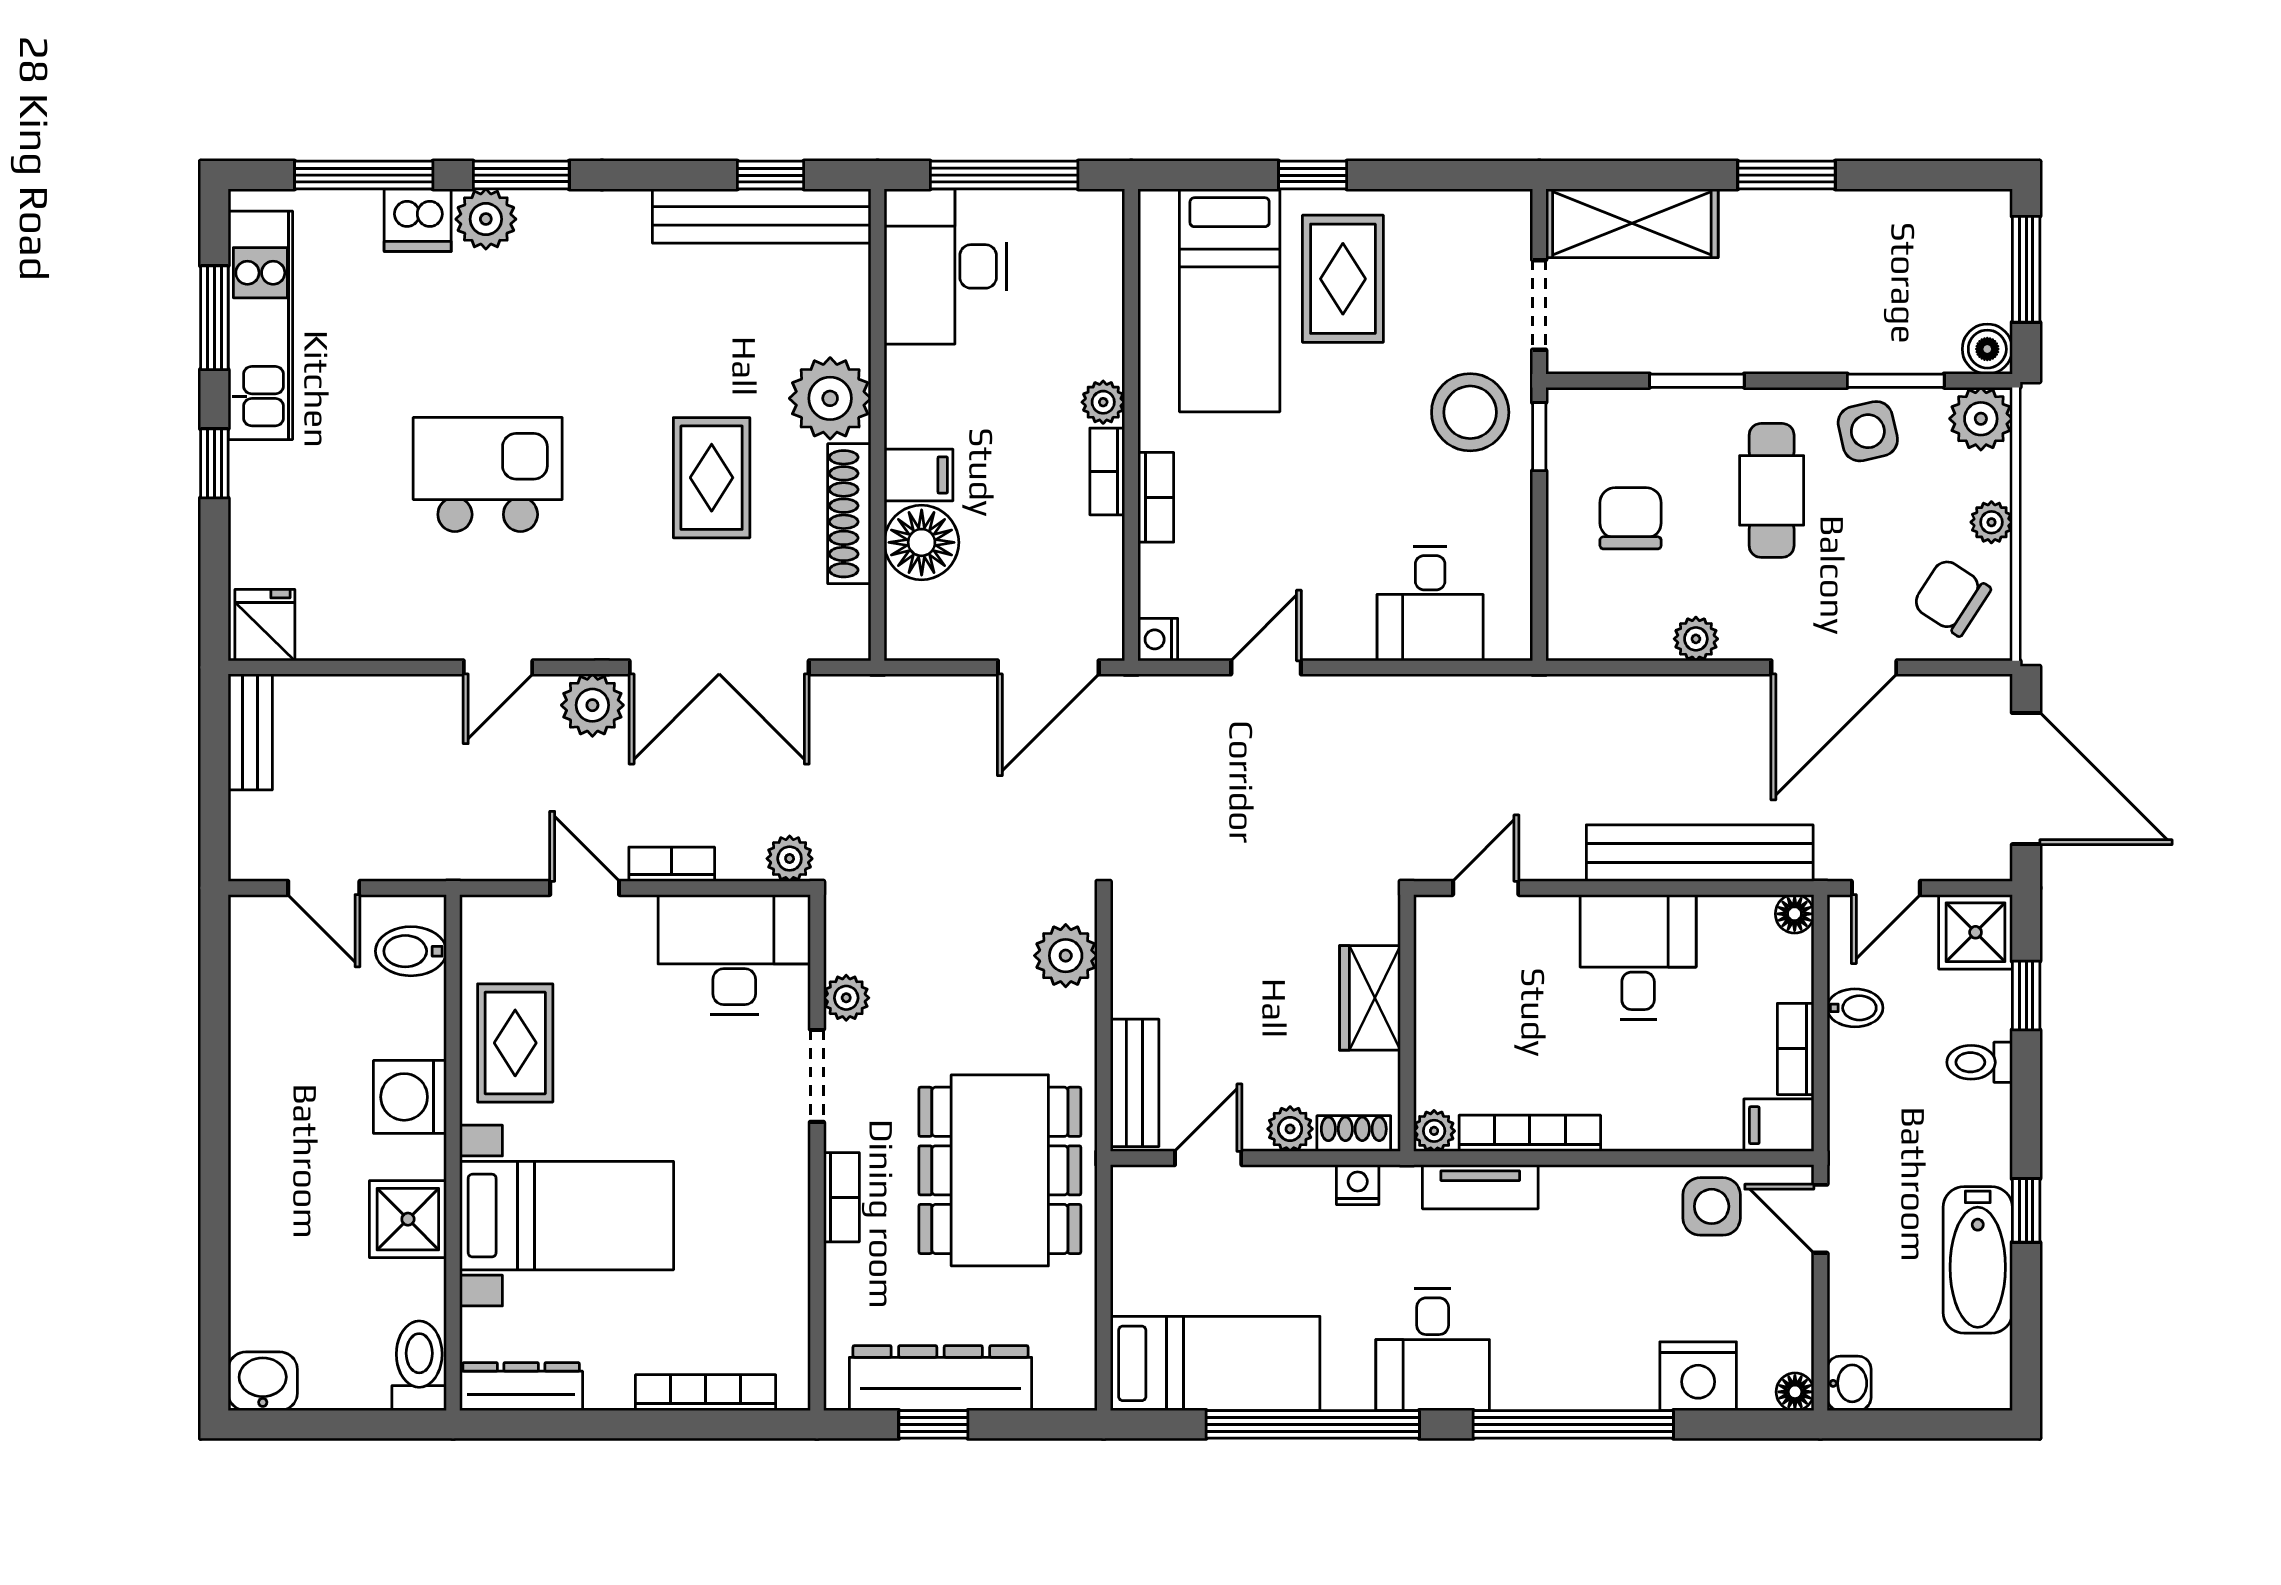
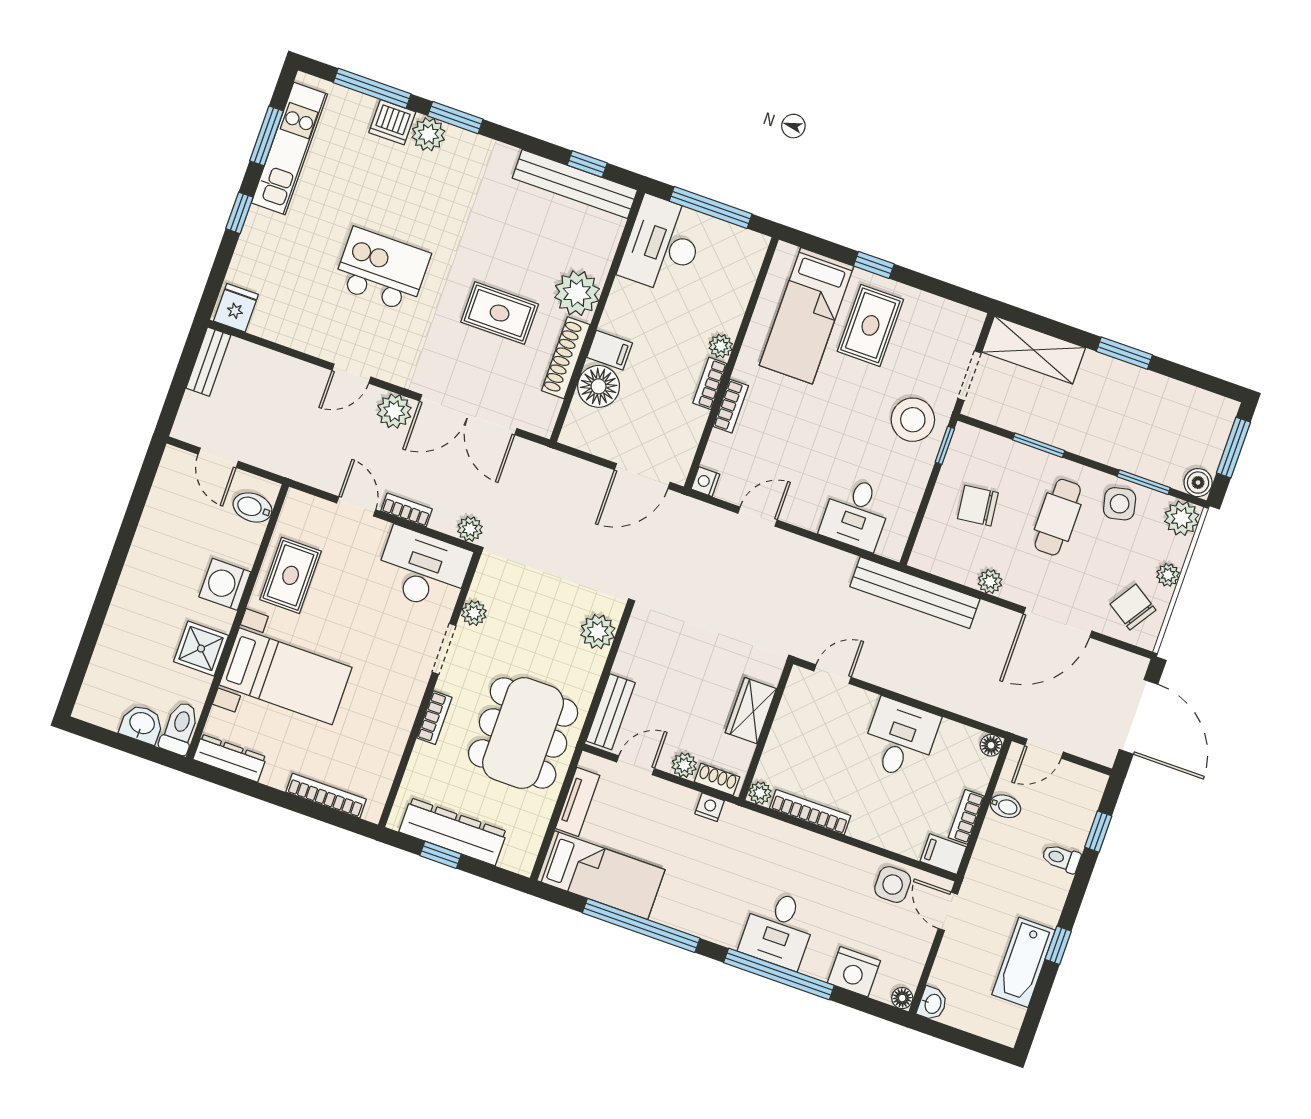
rug: (712, 478) -> (500, 313), turned 90
chair: (1631, 518) -> (978, 506), turned -97
bench: (1700, 853) -> (915, 593), moved
shower: (1976, 932) -> (1083, 789), removed
tv unit: (1480, 1187) -> (578, 802), moved, turned -90
desk: (1433, 1349) -> (778, 929), moved
washbasin: (263, 1381) -> (142, 724), moved

